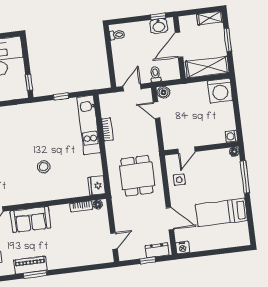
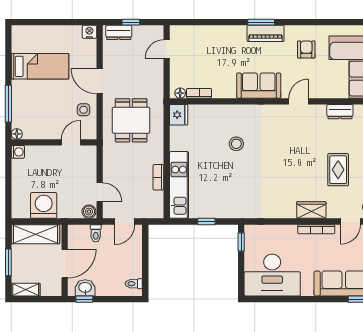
washing machine: (220, 91) -> (44, 205), moved
door: (170, 219) -> (100, 81), moved

